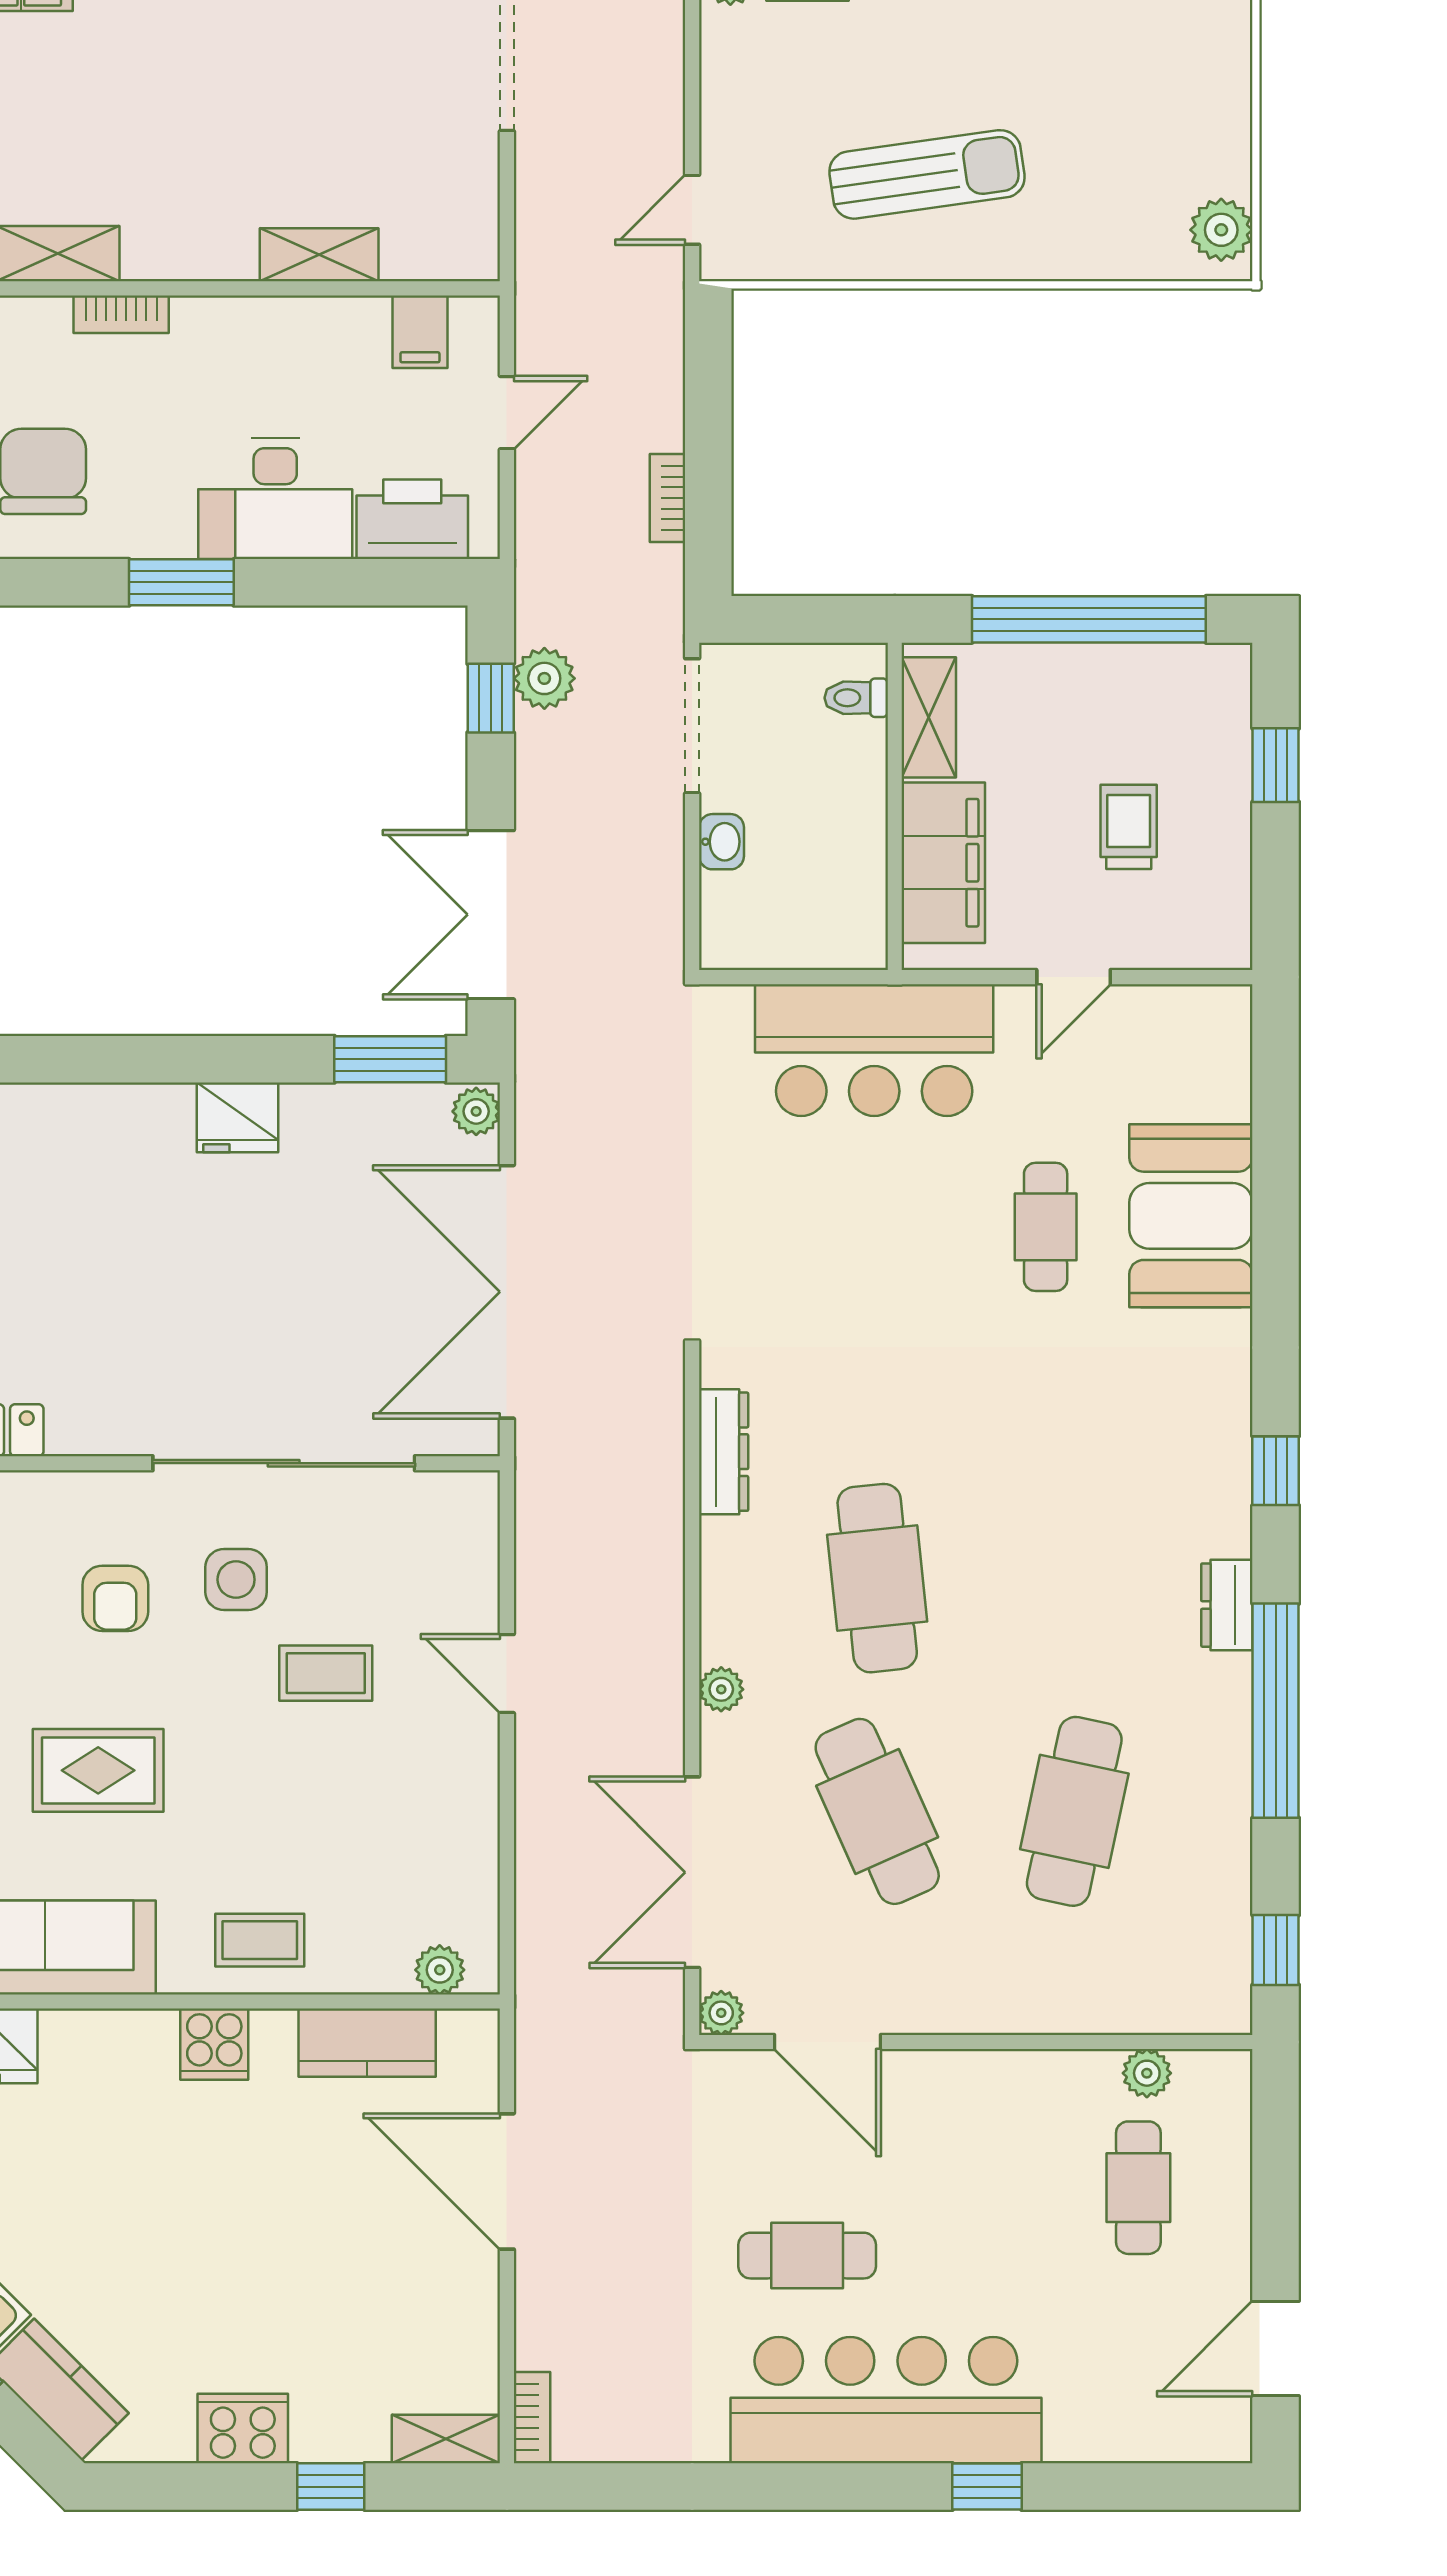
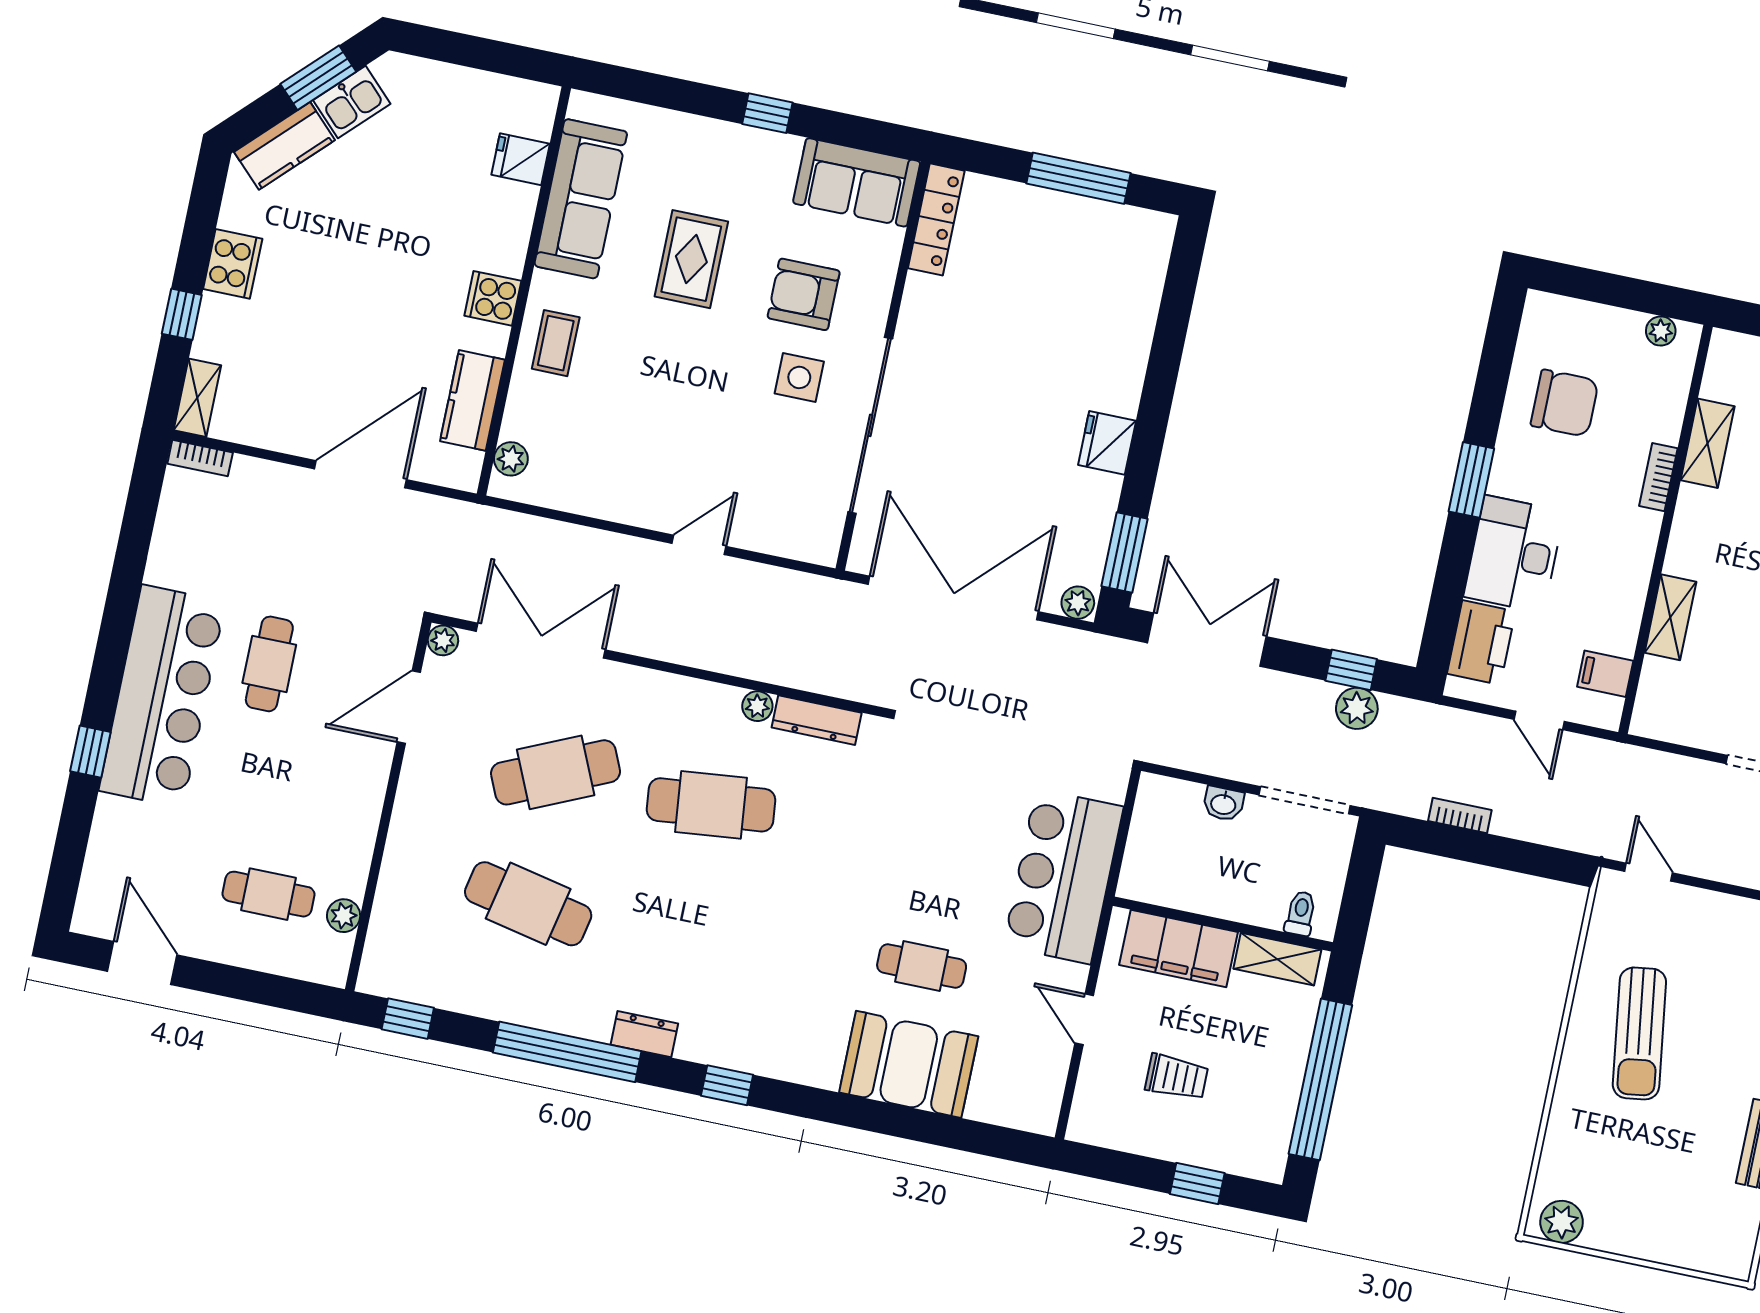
armchair: (115, 1598) -> (804, 294), width x1.38, depth x1.38
coffee table: (326, 1673) -> (724, 424), removed
plant: (721, 1689) -> (757, 706), moved

